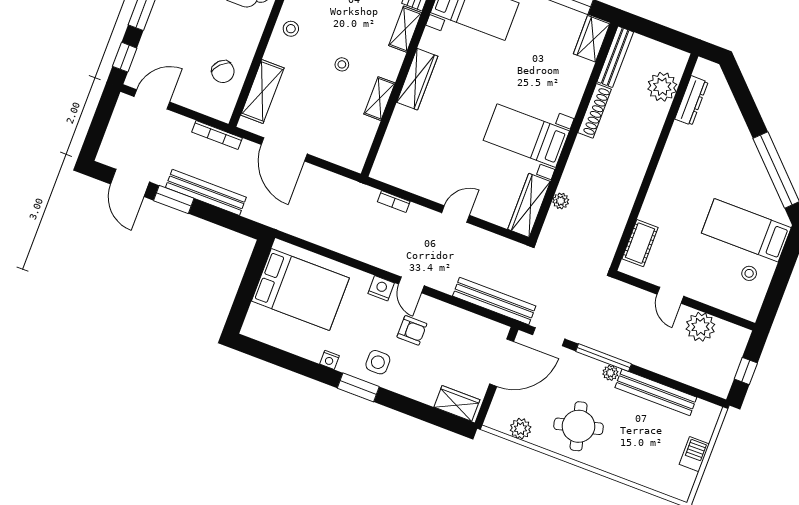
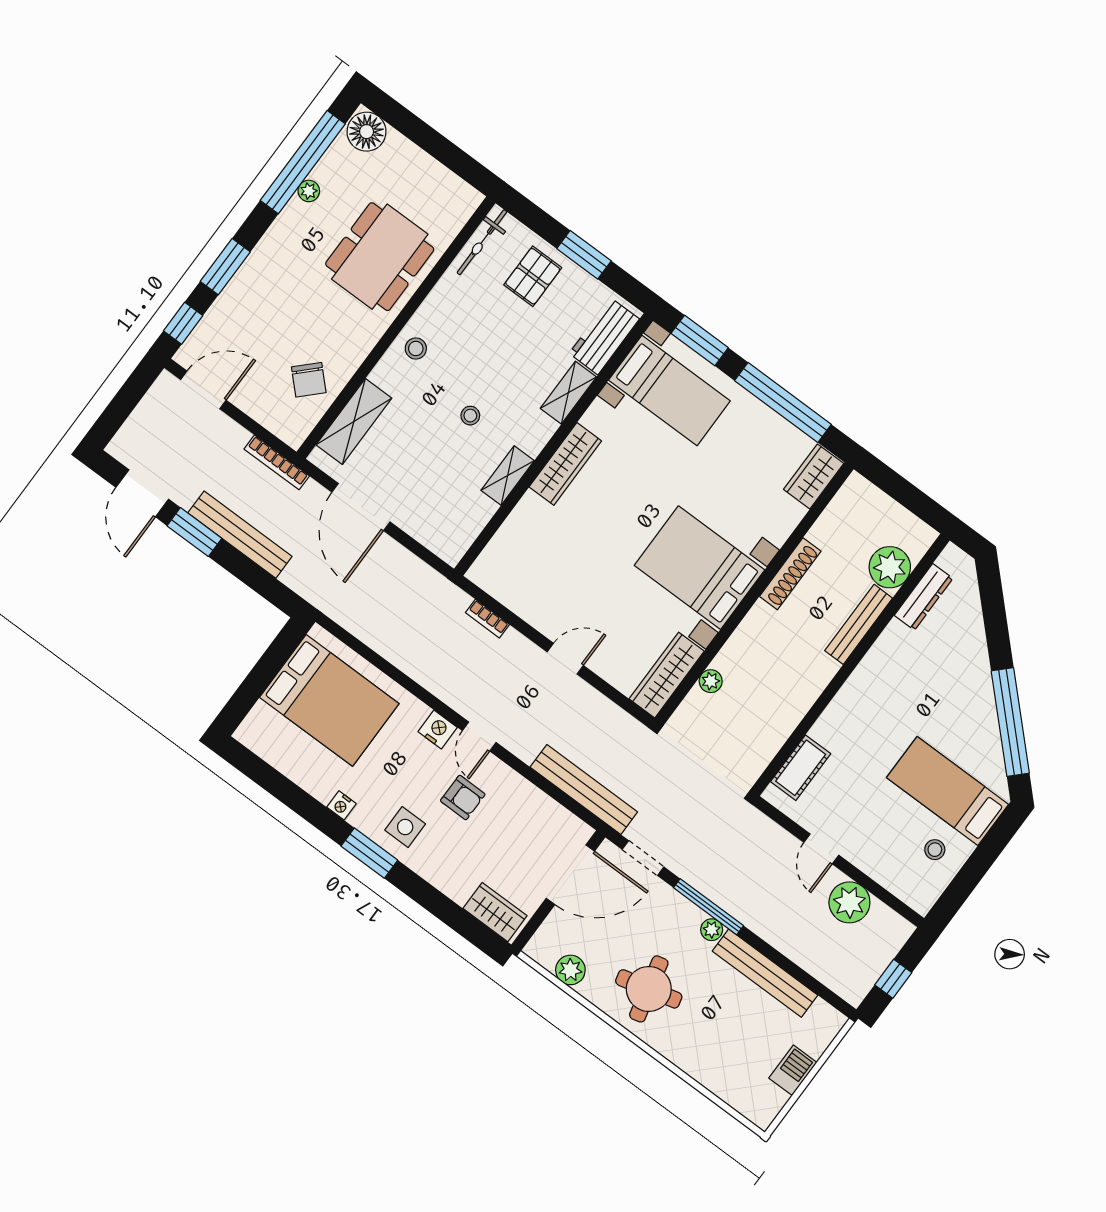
bench: (615, 57) -> (859, 624), moved
bed with nightstands: (526, 136) -> (699, 568), width x1.36

